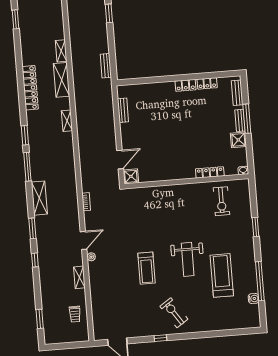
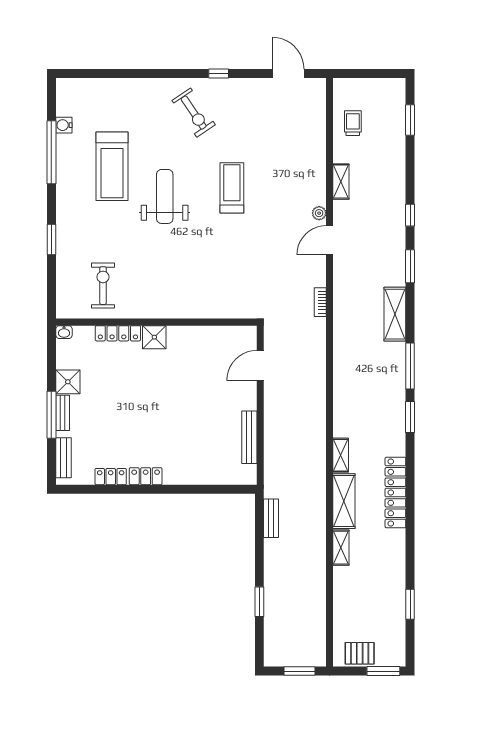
bench: (123, 110) -> (249, 437), width x1.36
shelving: (67, 121) -> (341, 455), moved
shower: (131, 176) -> (154, 337), moved

